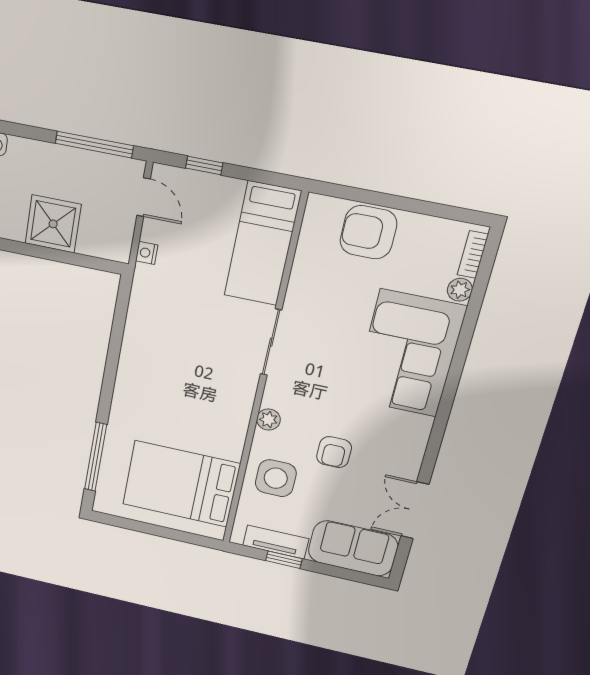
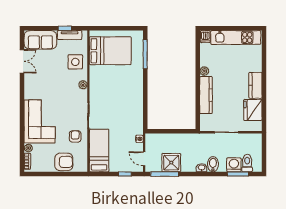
shower: (53, 224) -> (171, 163), moved
armchair: (334, 452) -> (75, 136), moved

